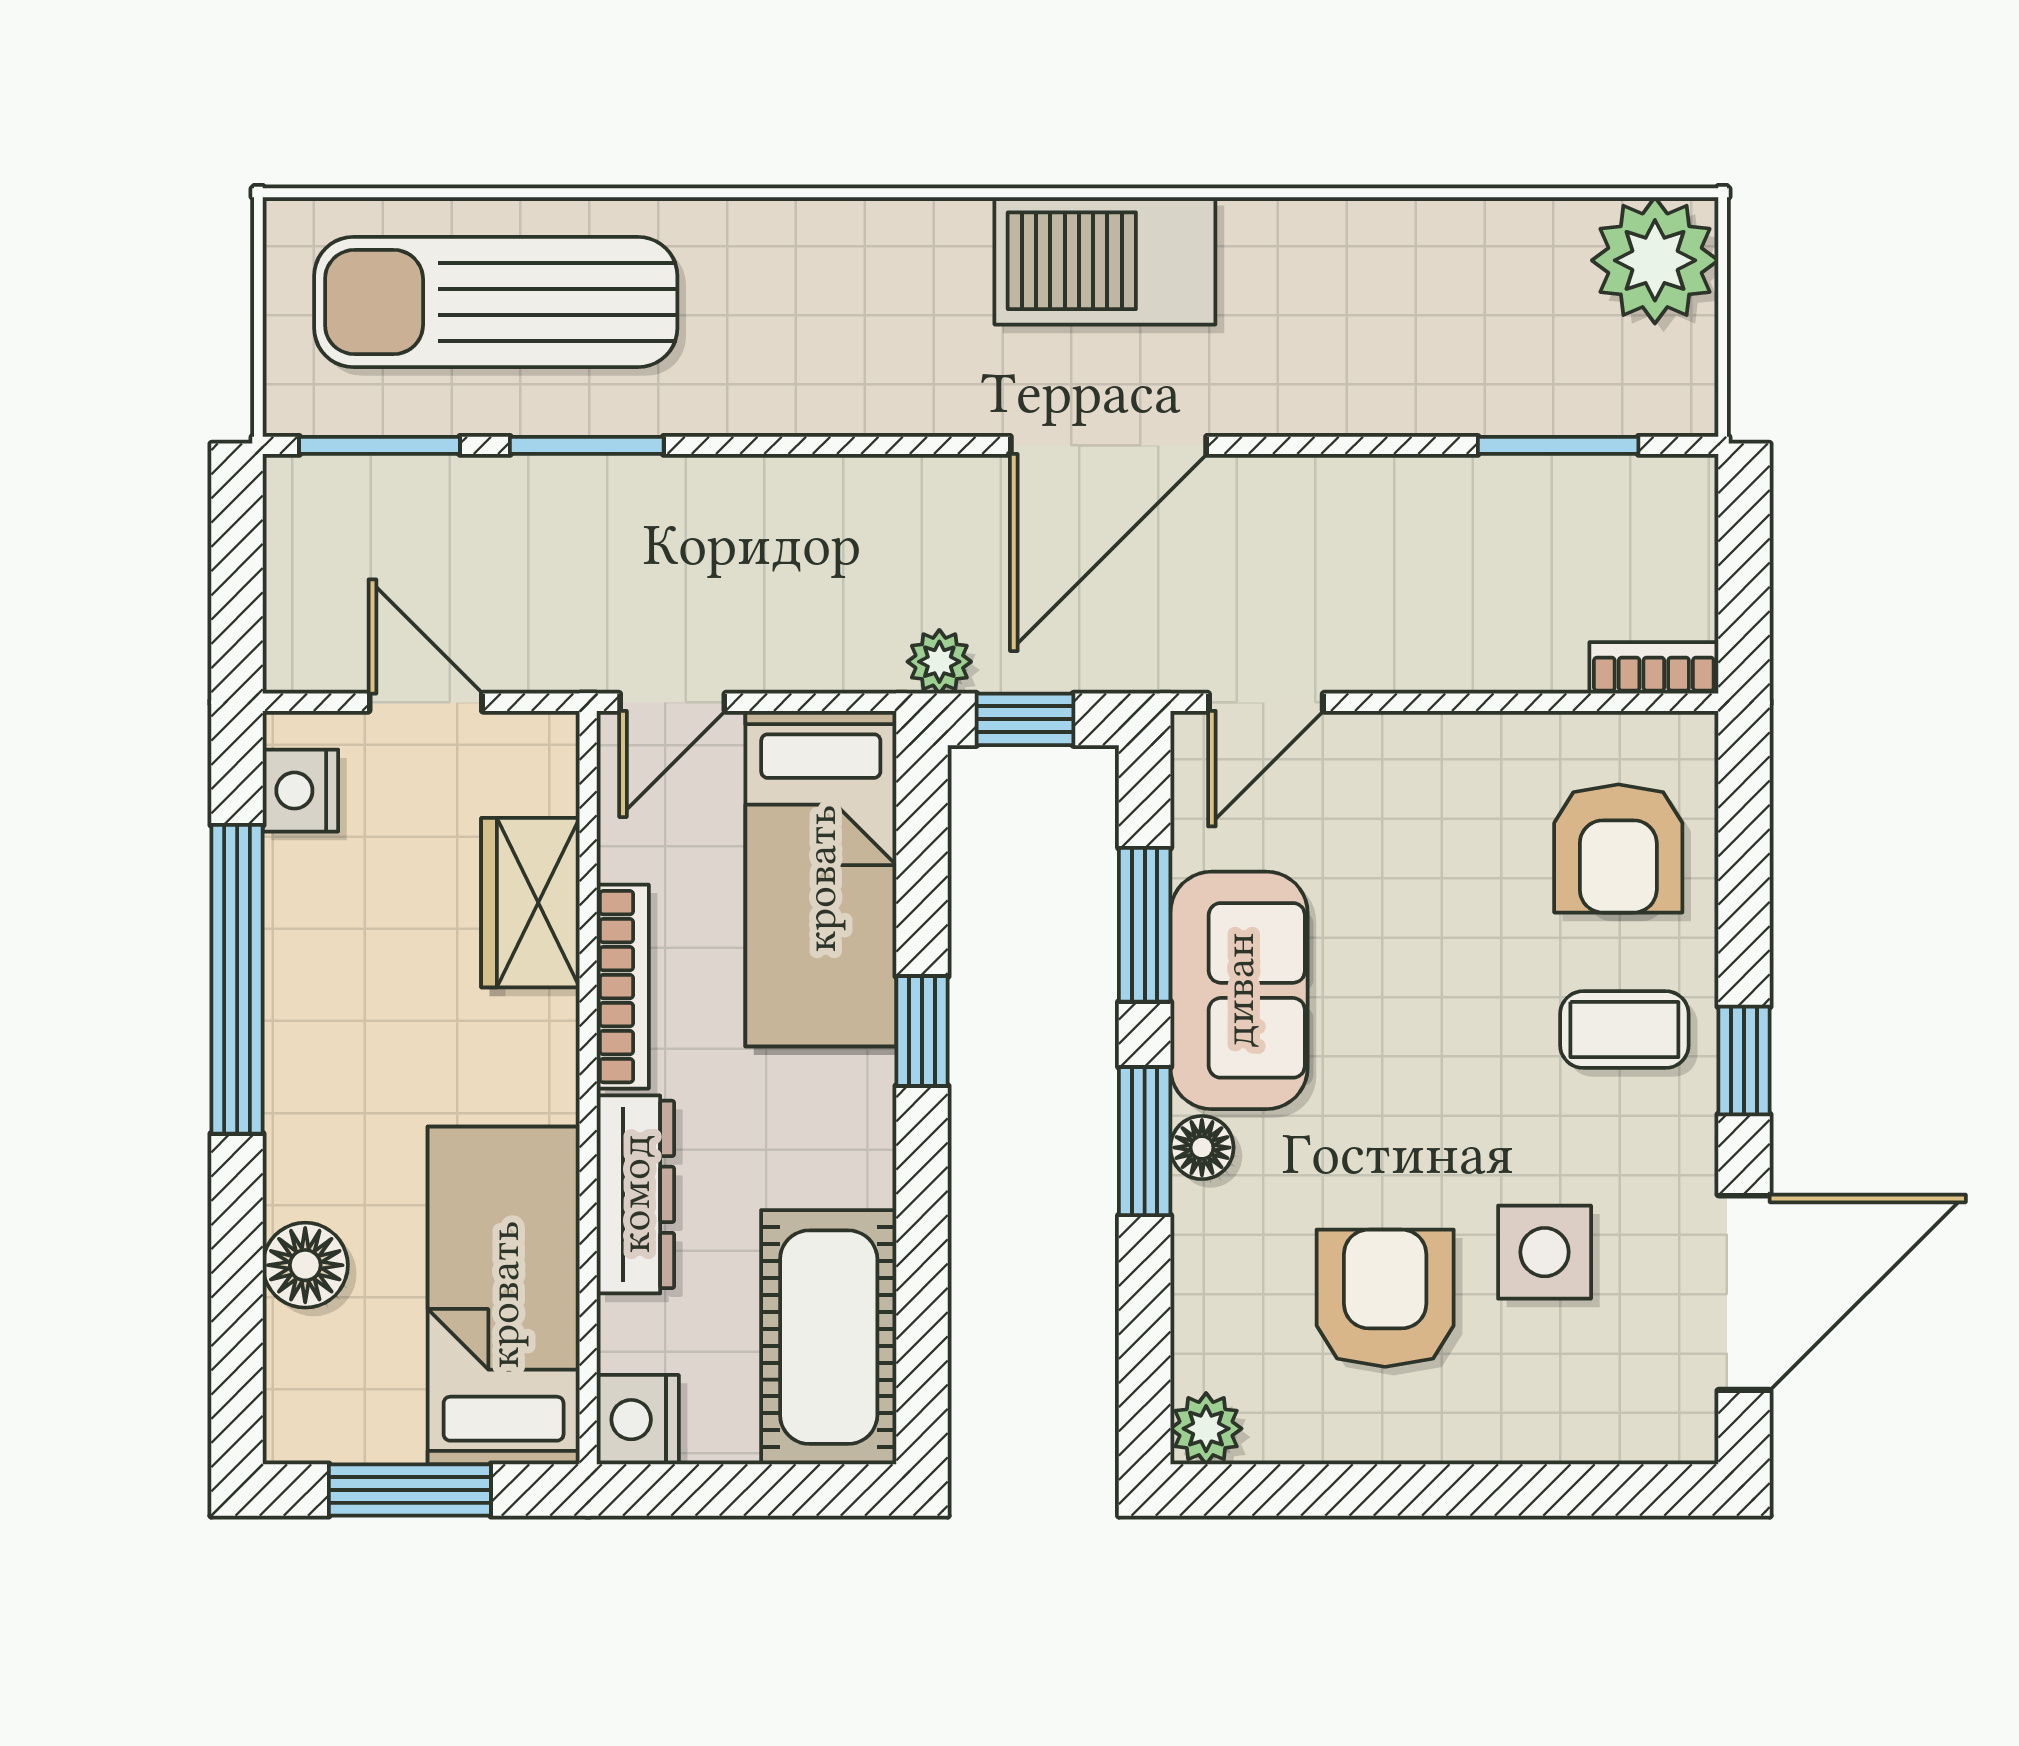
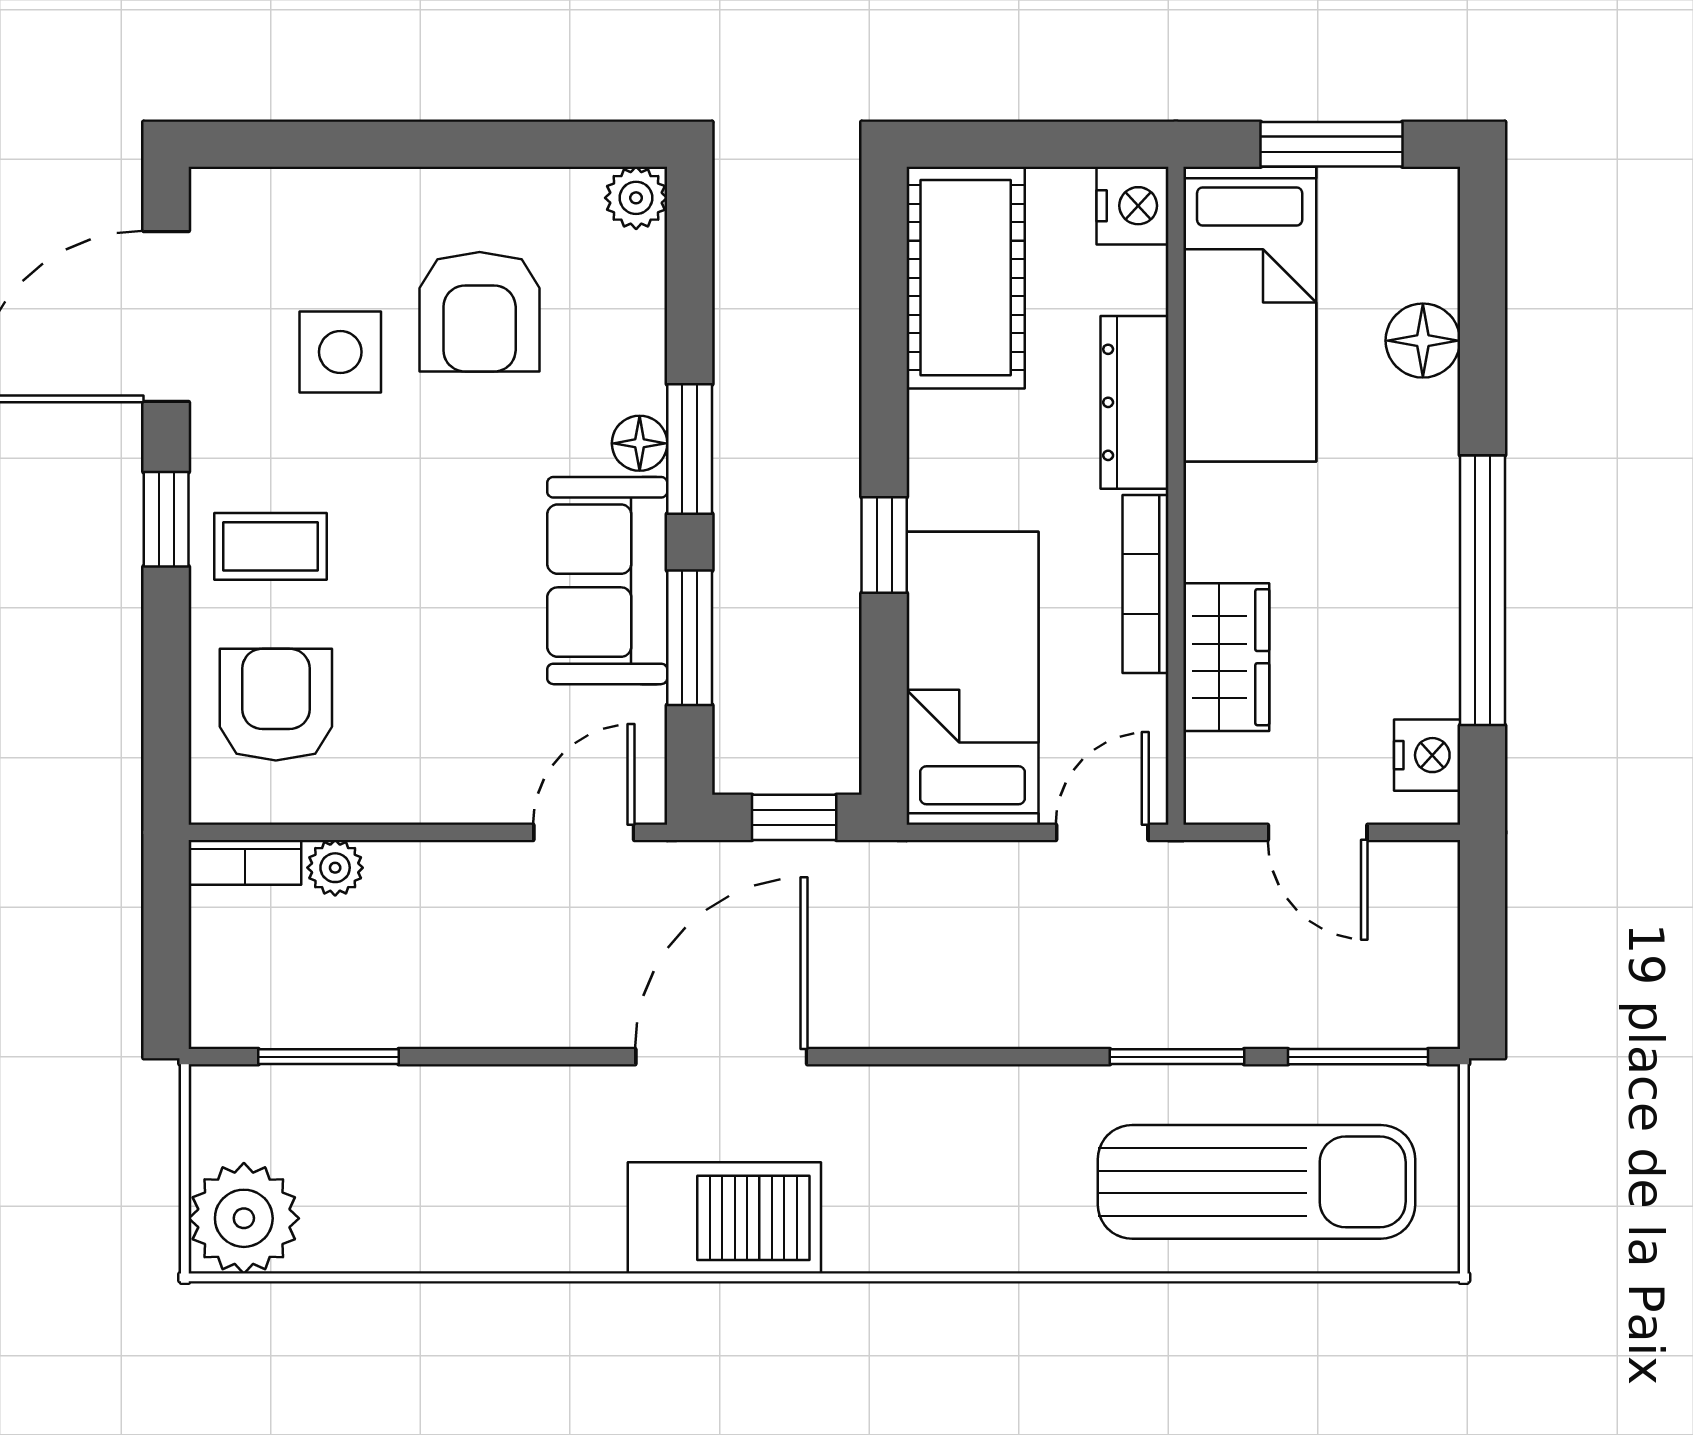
plant: (939, 662) -> (335, 868), moved

